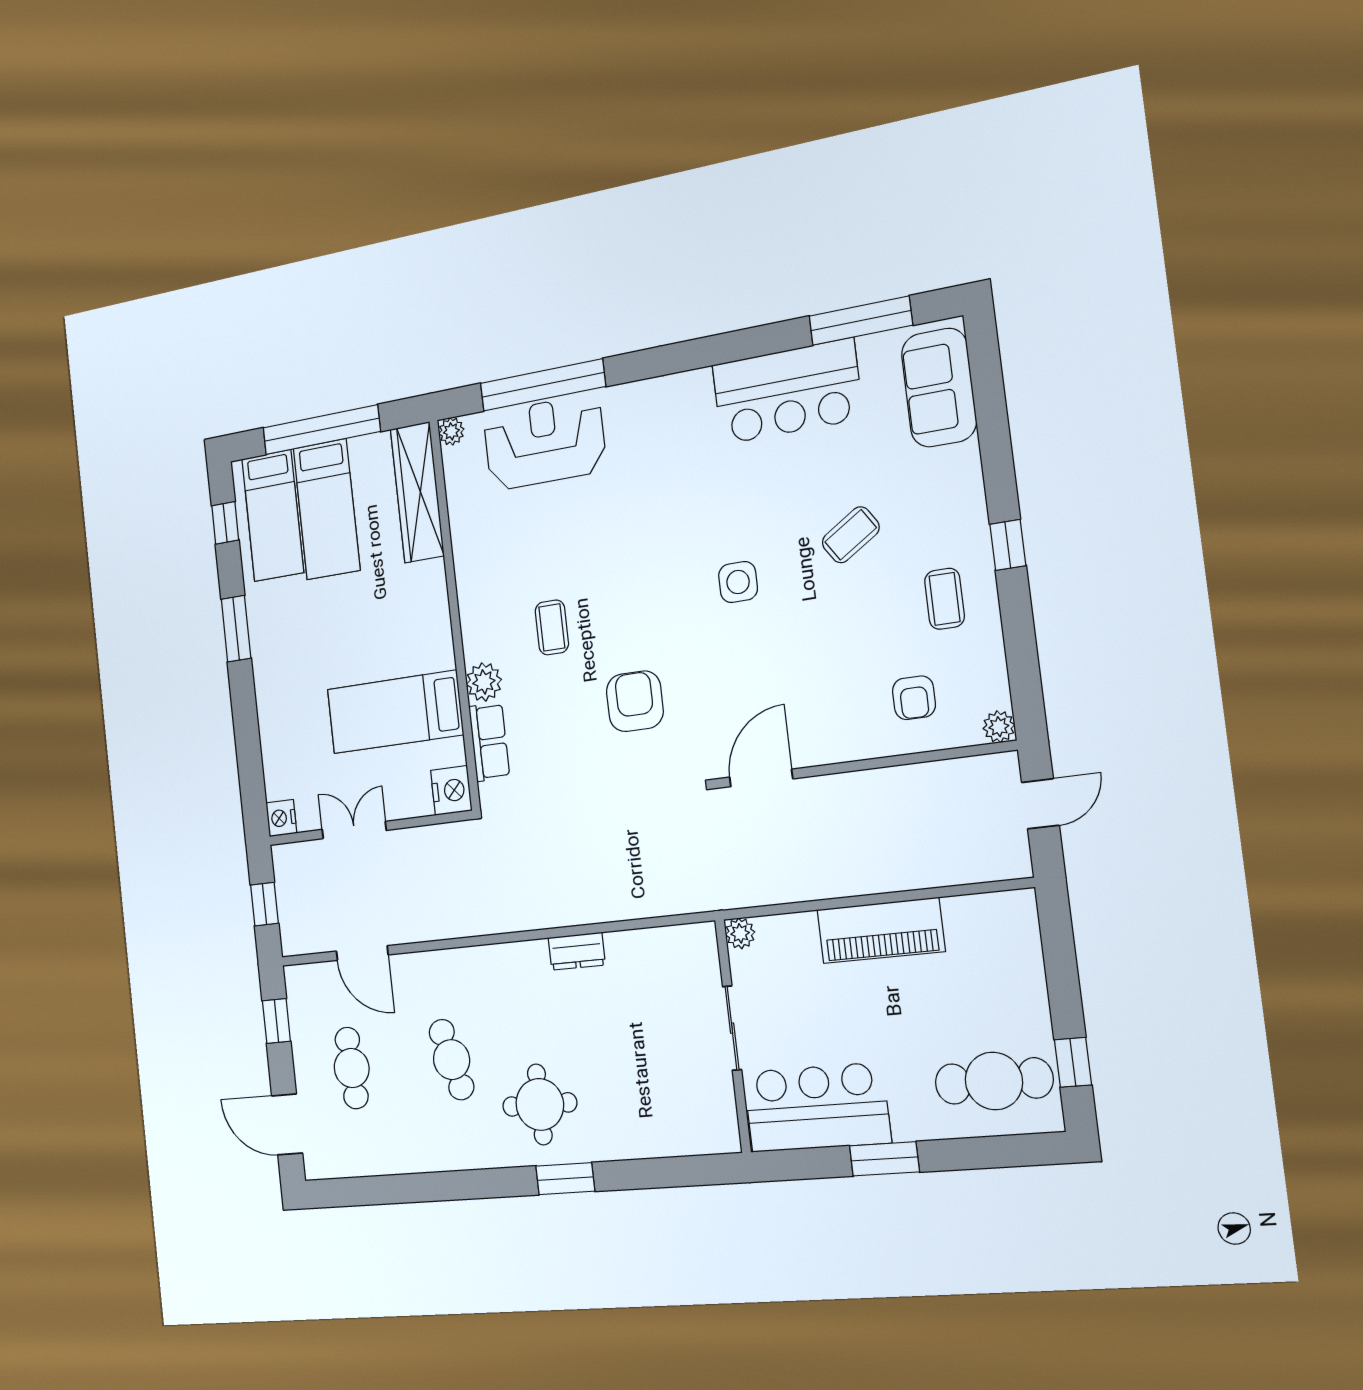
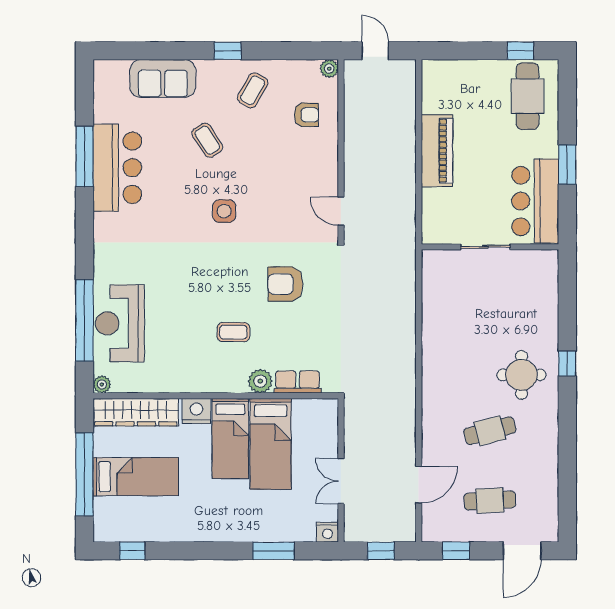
window: (861, 321) -> (84, 156), moved
sofa: (939, 388) -> (163, 79), moved
bed: (273, 516) -> (230, 439), moved, turned 90
coffee table: (945, 599) -> (253, 90), turned -60
window: (236, 629) -> (273, 551), moved
door: (761, 778) -> (341, 211), width x0.73
nightstand: (451, 790) -> (196, 411), moved
plant: (740, 933) -> (430, 235), removed
dresser: (577, 951) -> (431, 340), removed
window: (565, 1179) -> (567, 364), width x0.67

